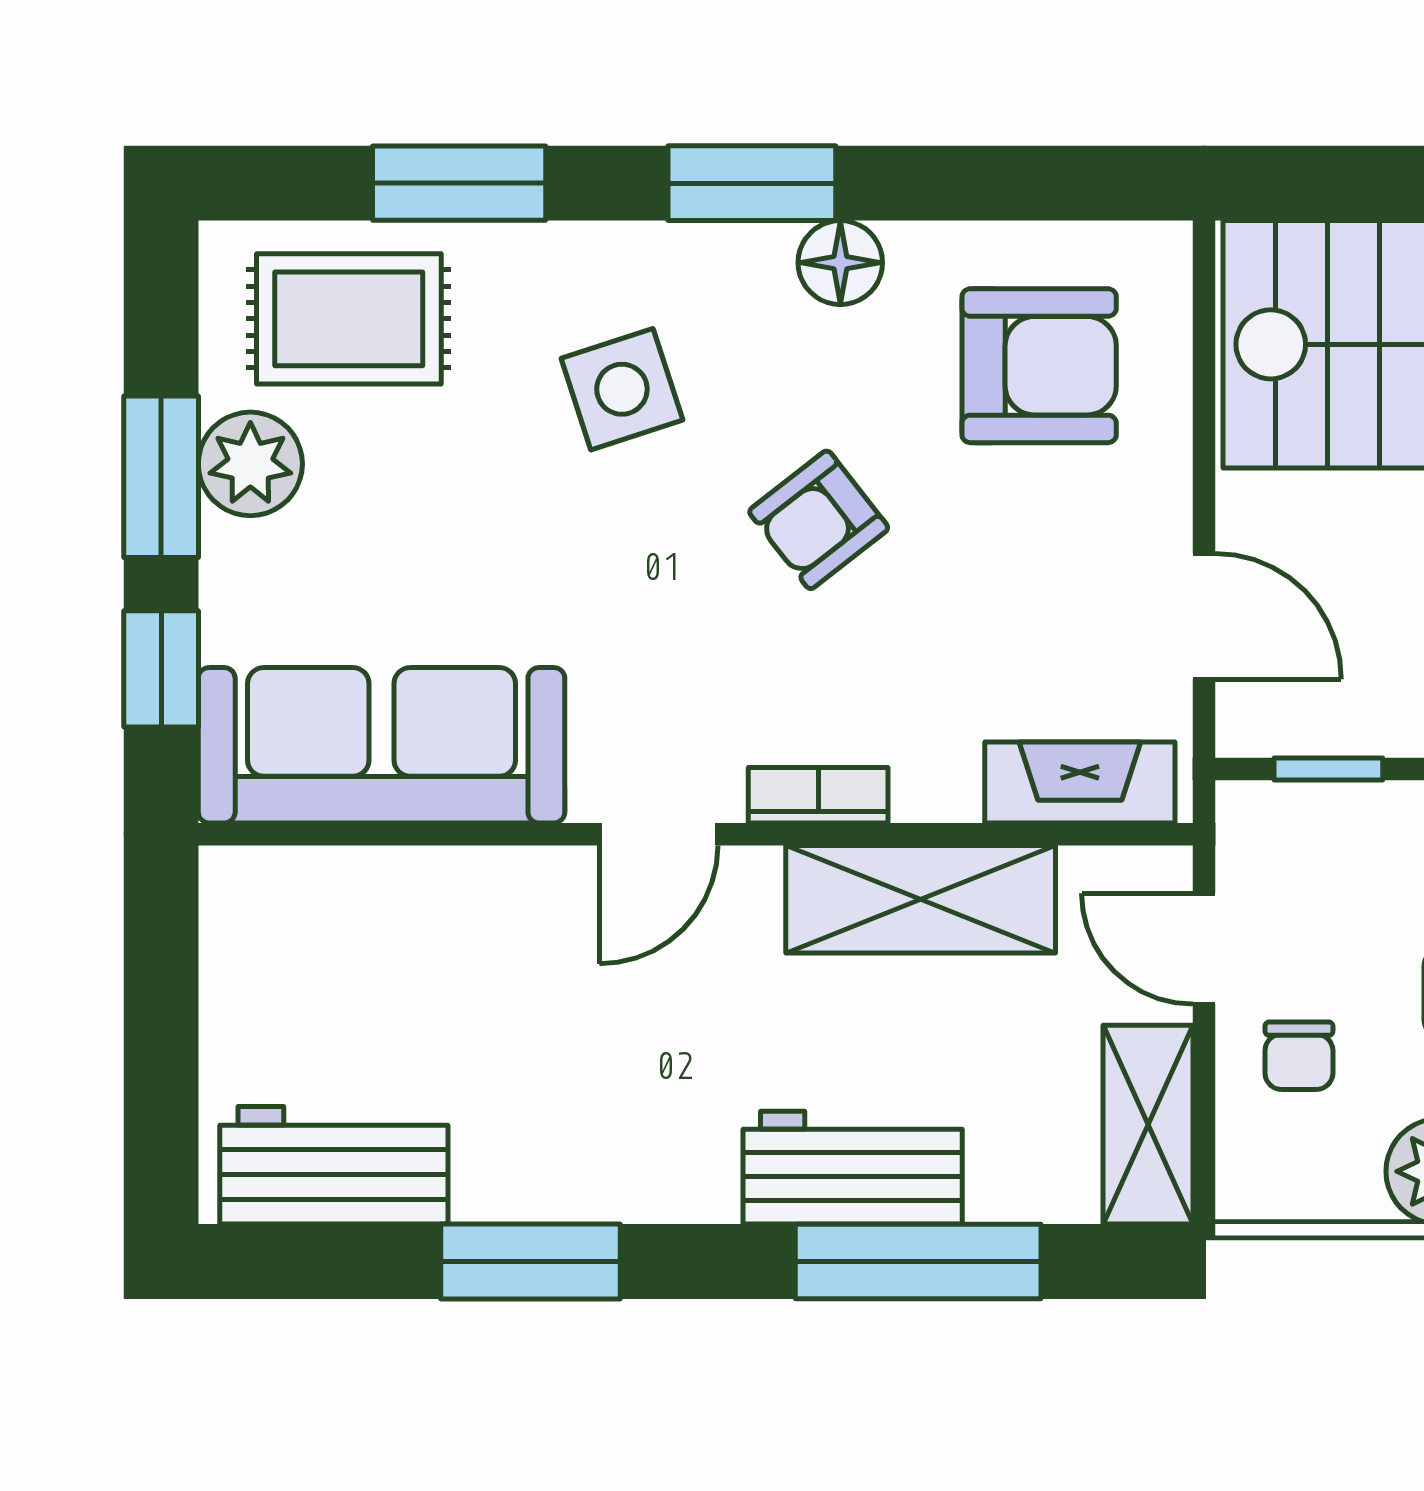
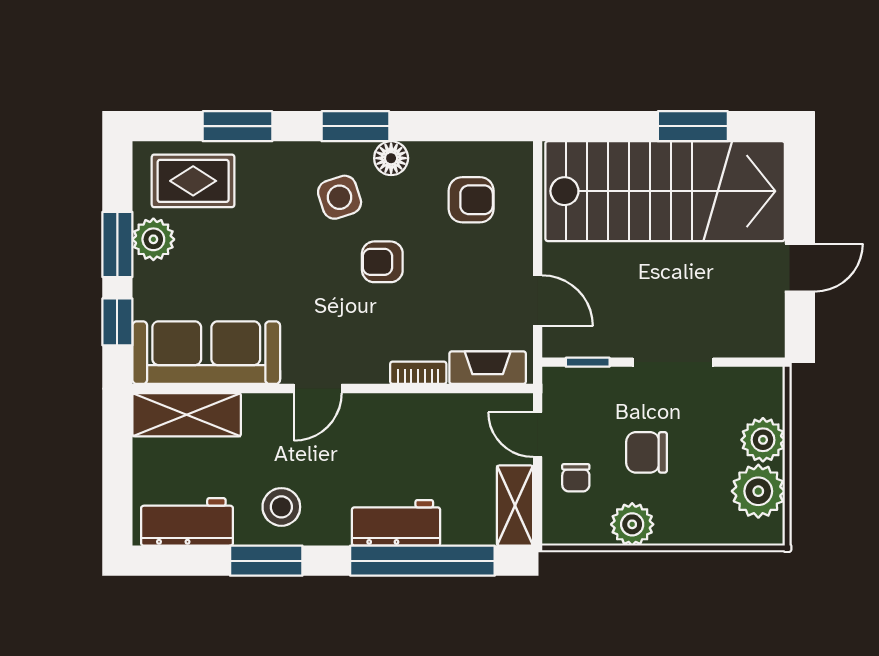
armchair: (1039, 366) -> (471, 200), width x0.72, depth x0.72
side table: (622, 389) -> (340, 197), moved
armchair: (819, 520) -> (382, 262), turned 38
bookcase: (818, 795) -> (418, 373), moved
shelving: (921, 899) -> (187, 415), moved
stool: (568, 1128) -> (281, 507), added
window: (918, 1262) -> (422, 561), width x1.46

